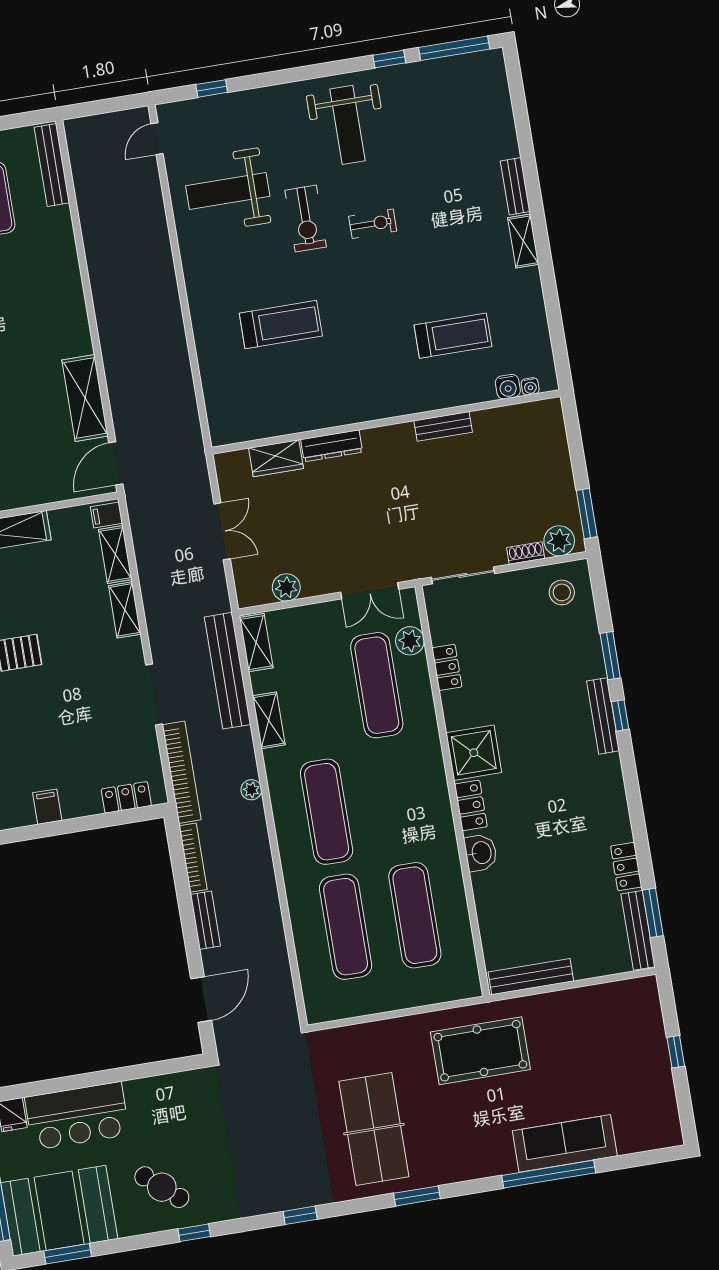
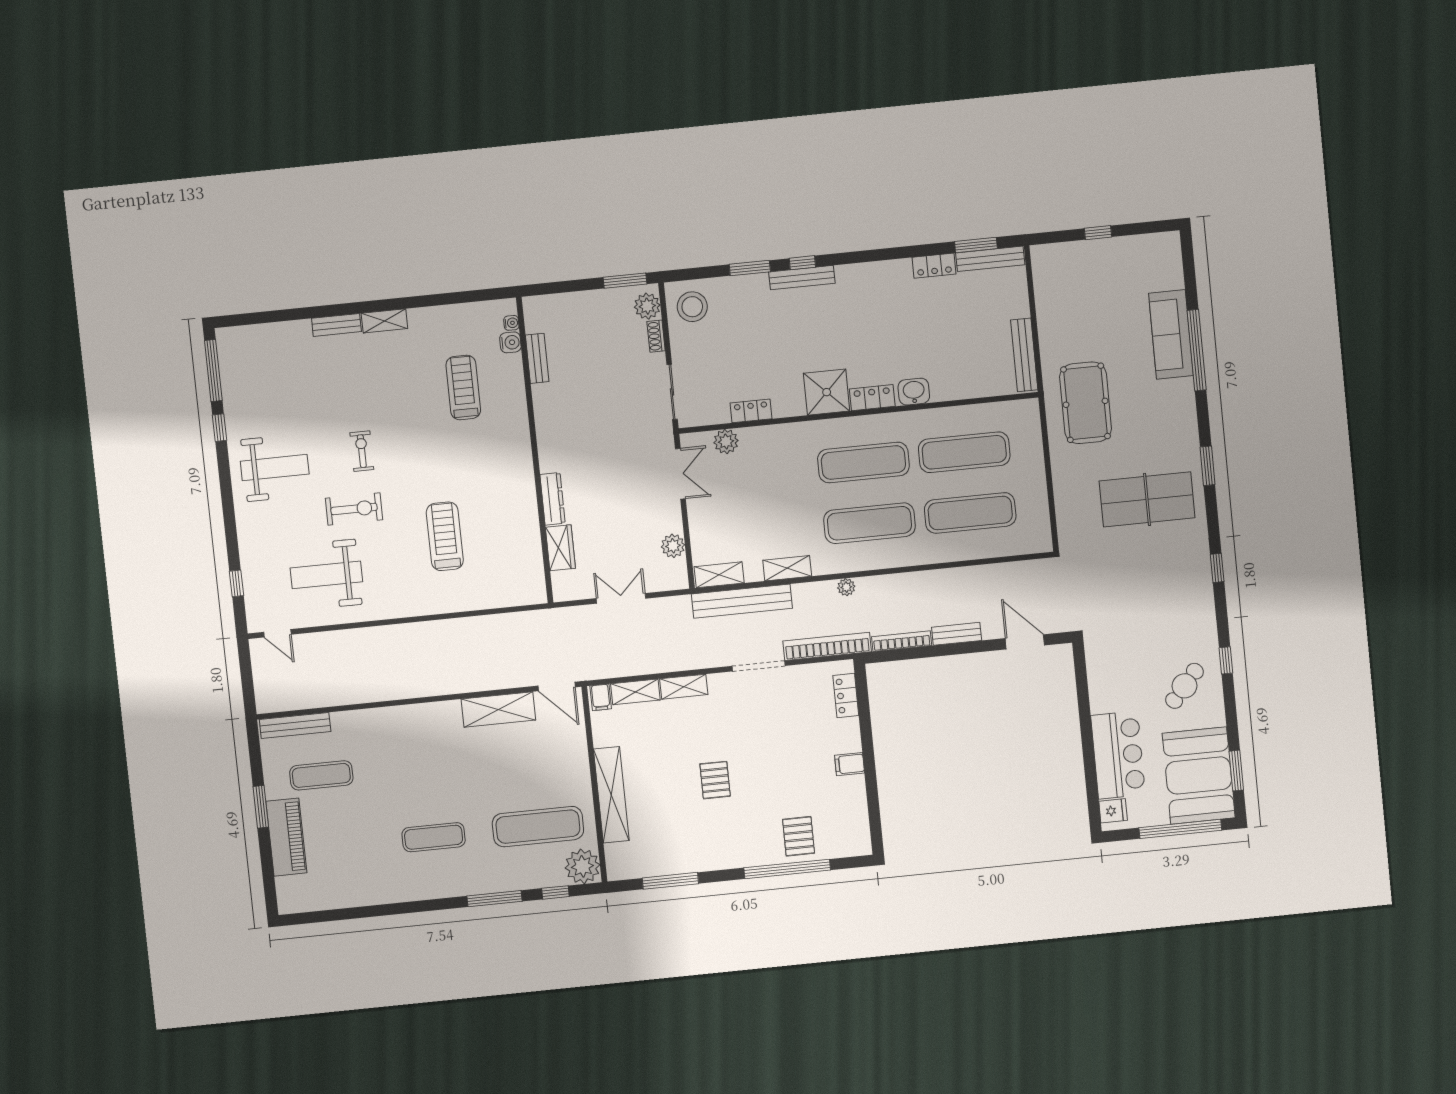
weight bench: (228, 191) -> (326, 575), turned 90
bench: (443, 426) -> (537, 358), moved
stool: (562, 592) -> (692, 307), width x1.38, depth x1.38
exercise mat: (377, 685) -> (863, 462), moved

